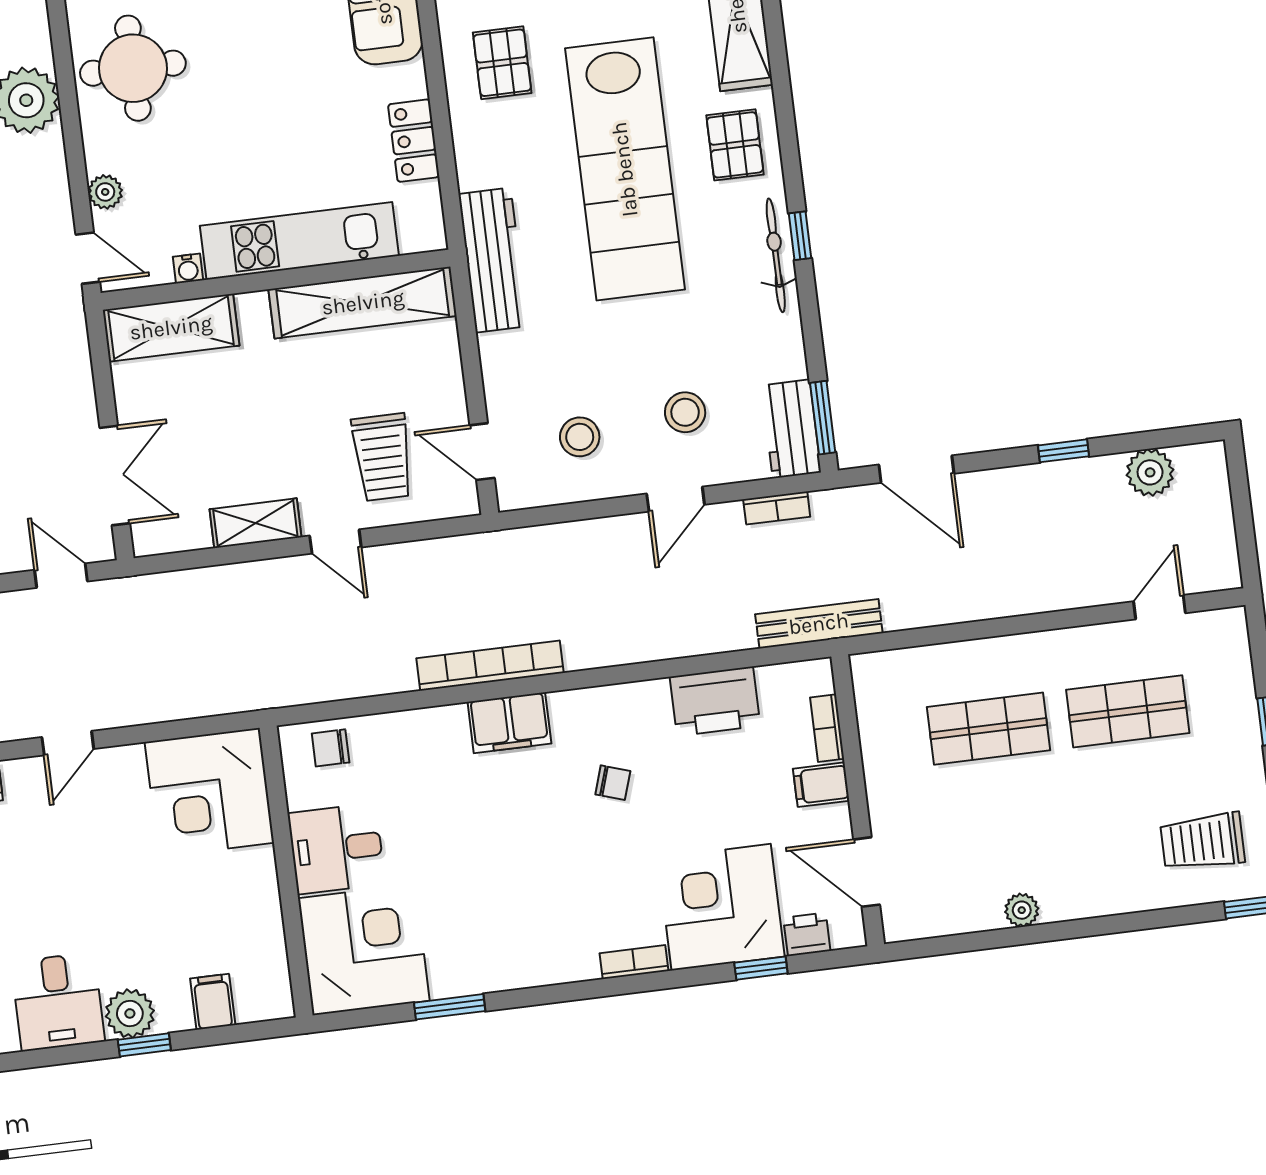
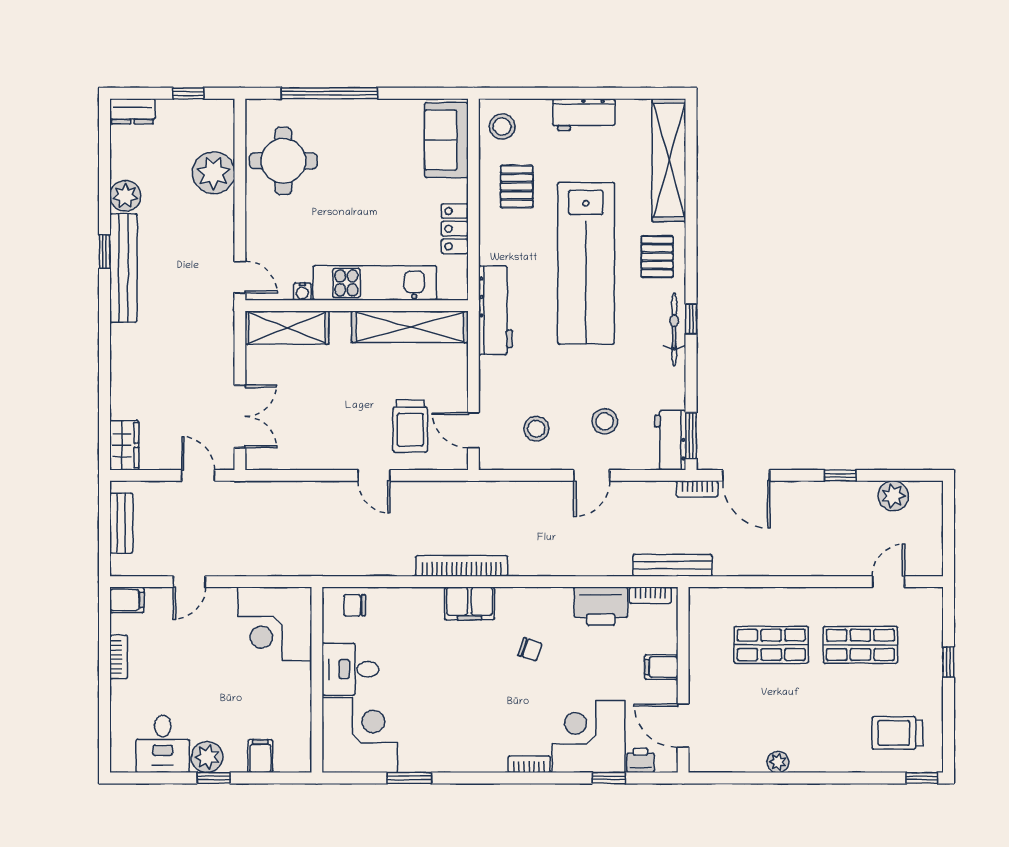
plant: (105, 192) -> (256, 237), removed
bookcase: (777, 508) -> (697, 489), moved
shelving: (255, 523) -> (325, 458), removed
bookcase: (827, 728) -> (650, 595), moved, turned -90

